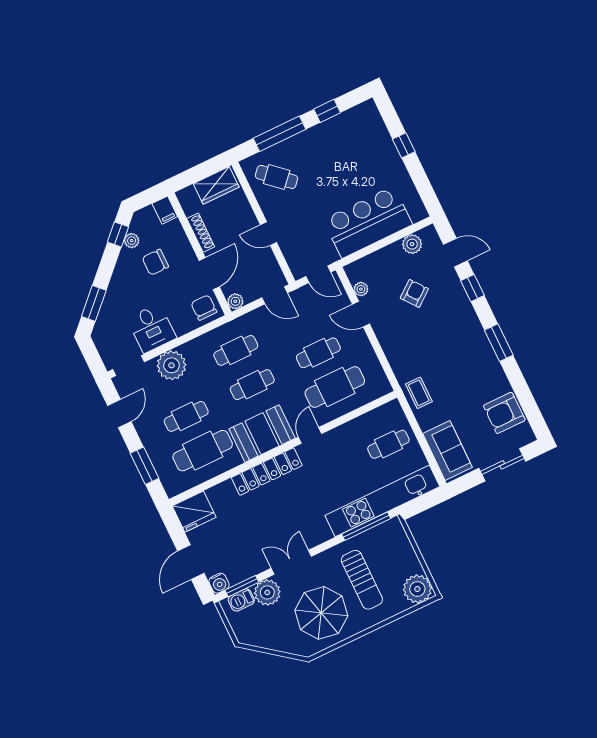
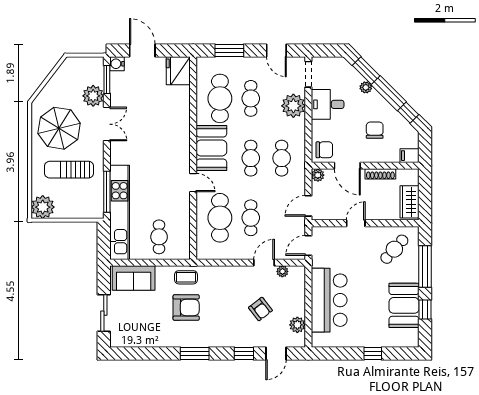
booth: (334, 136) -> (404, 305), added
plant: (132, 241) -> (366, 87), moved
armchair: (504, 413) -> (186, 308), moved, turned 90
locker: (267, 472) -> (182, 138), removed
barbecue: (241, 600) -> (97, 74), removed

